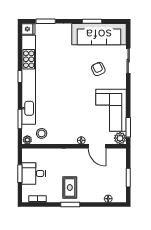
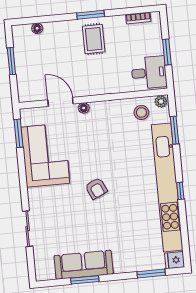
sofa: (99, 34) -> (84, 265), width x0.74, depth x0.79
armchair: (98, 69) -> (96, 188), moved
plant: (120, 138) -> (28, 117), removed
desk: (34, 173) -> (149, 73), moved

